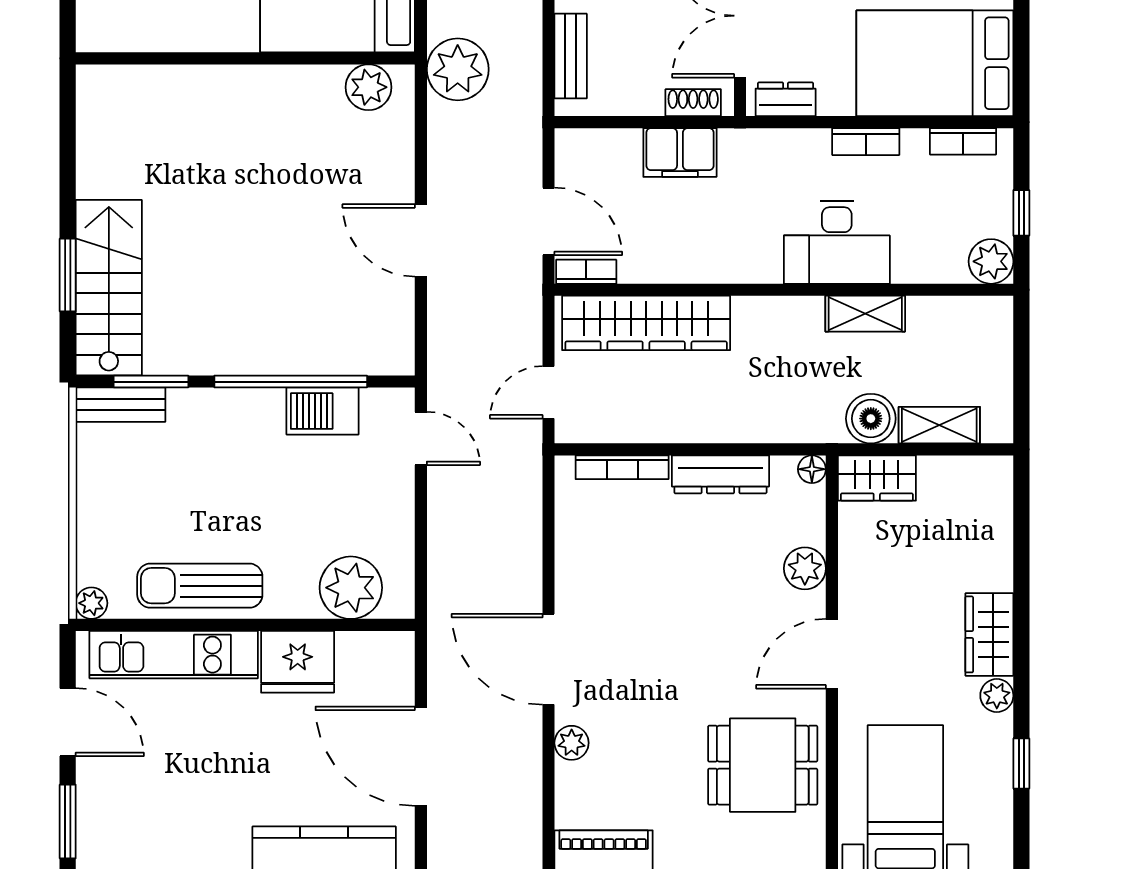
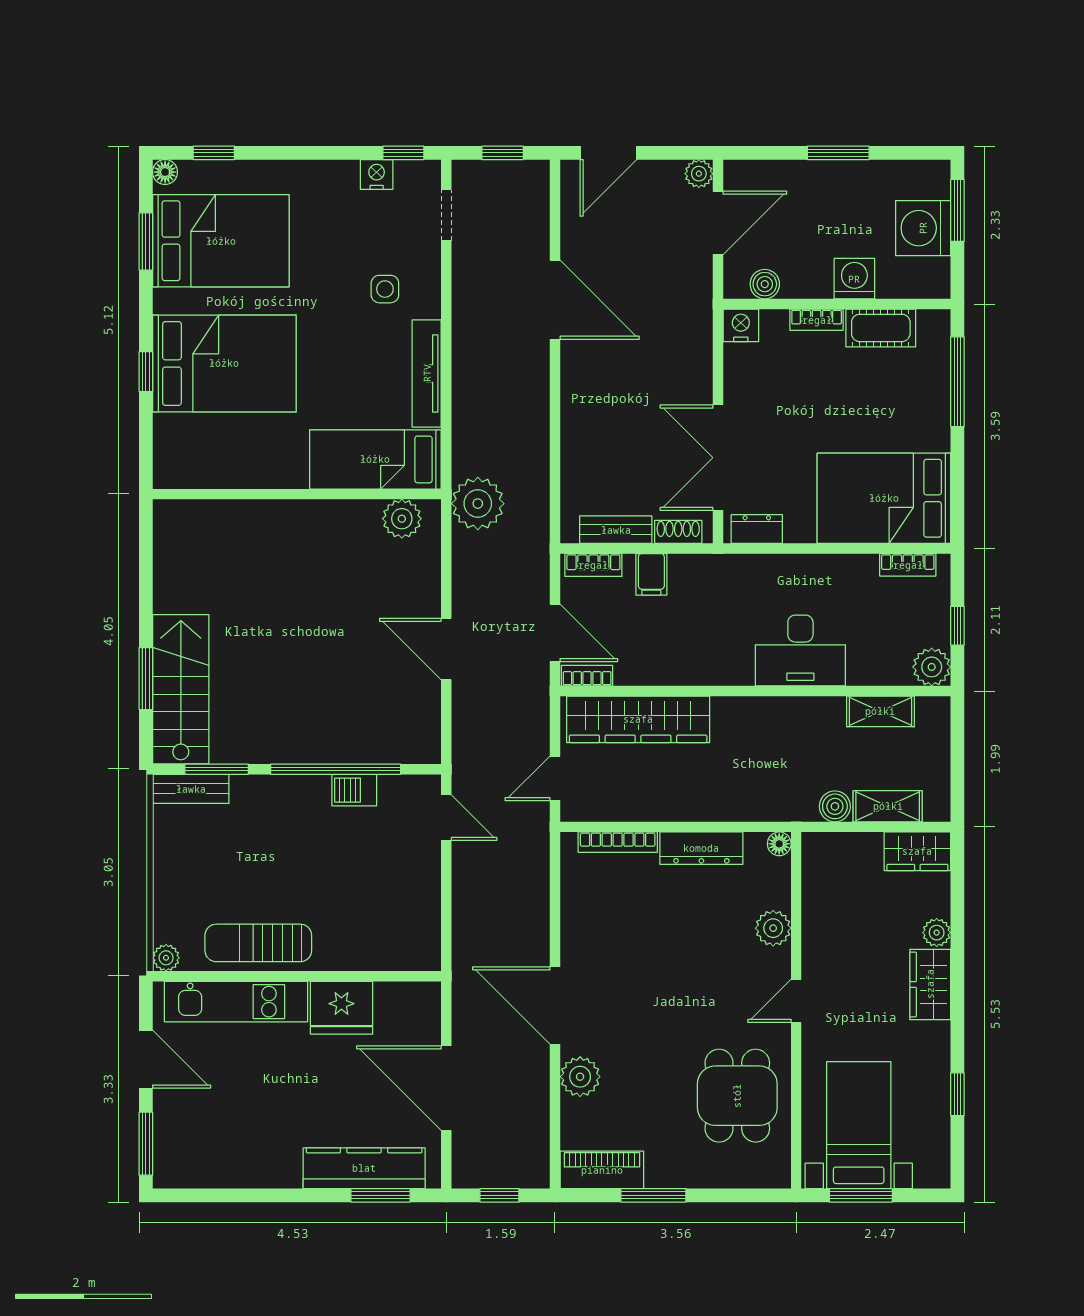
bench: (571, 56) -> (616, 530), moved, turned 90
bookcase: (866, 142) -> (593, 565), moved
filing cabinet: (680, 153) -> (651, 574), width x0.50
shelving: (865, 314) -> (880, 711), moved
barbecue: (322, 411) -> (354, 790), width x0.73, depth x0.79
boiler: (871, 419) -> (835, 806), width x0.73, depth x0.73
wardrobe: (877, 478) -> (917, 851), moved
plant: (351, 588) -> (387, 945), removed
door: (832, 654) -> (796, 1001), width x0.73
plant: (997, 696) -> (937, 933), moved
plant: (572, 743) -> (580, 1077), width x1.38, depth x1.38
dining table: (763, 765) -> (737, 1096), turned 90

